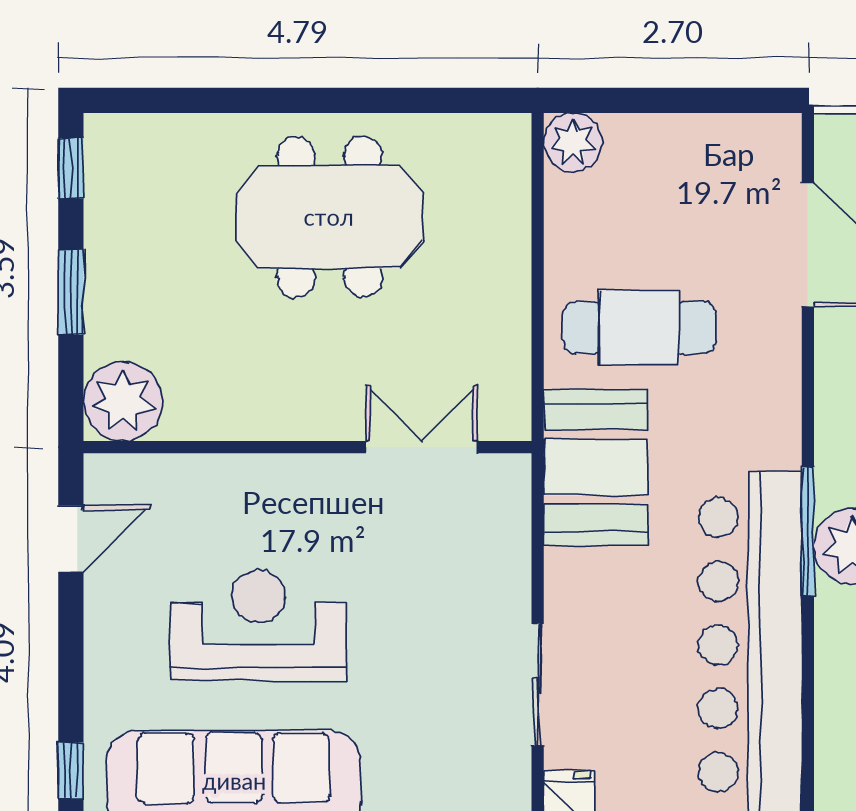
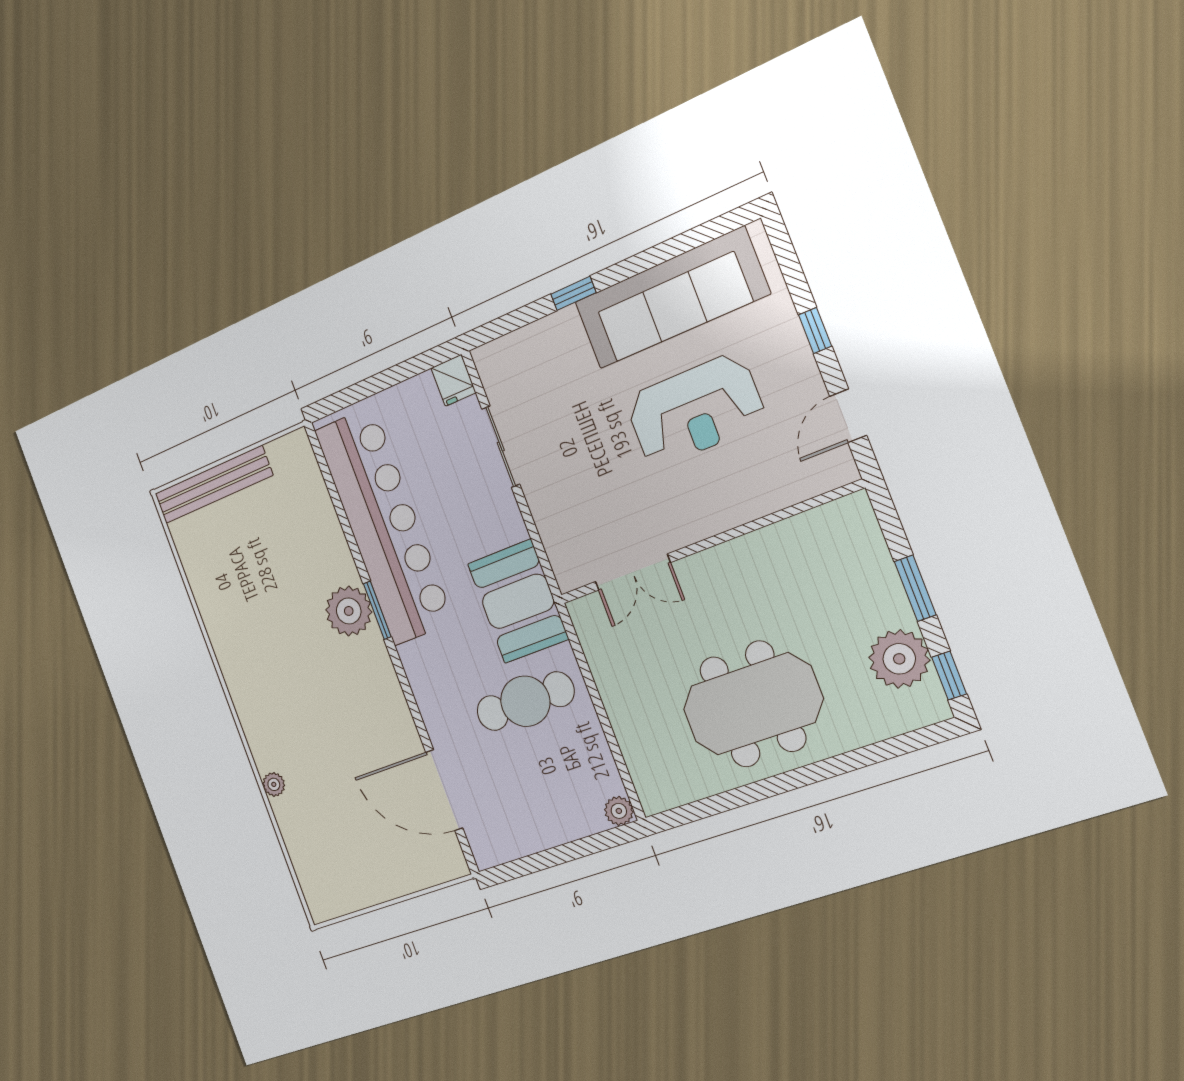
plant: (573, 142) -> (619, 811), width x0.73, depth x0.73
plant: (123, 401) -> (899, 659), moved
window: (808, 531) -> (377, 610), width x0.69
window: (71, 771) -> (815, 331), moved

